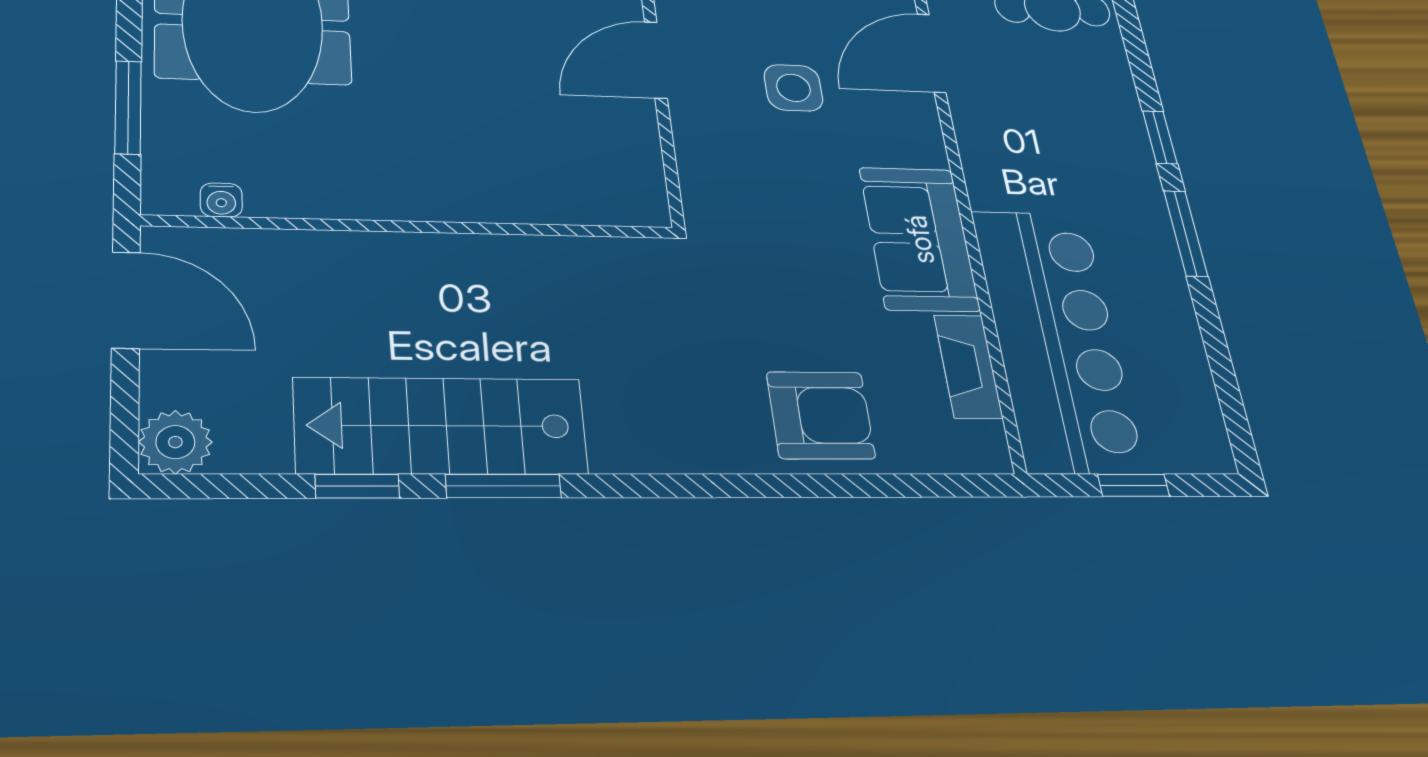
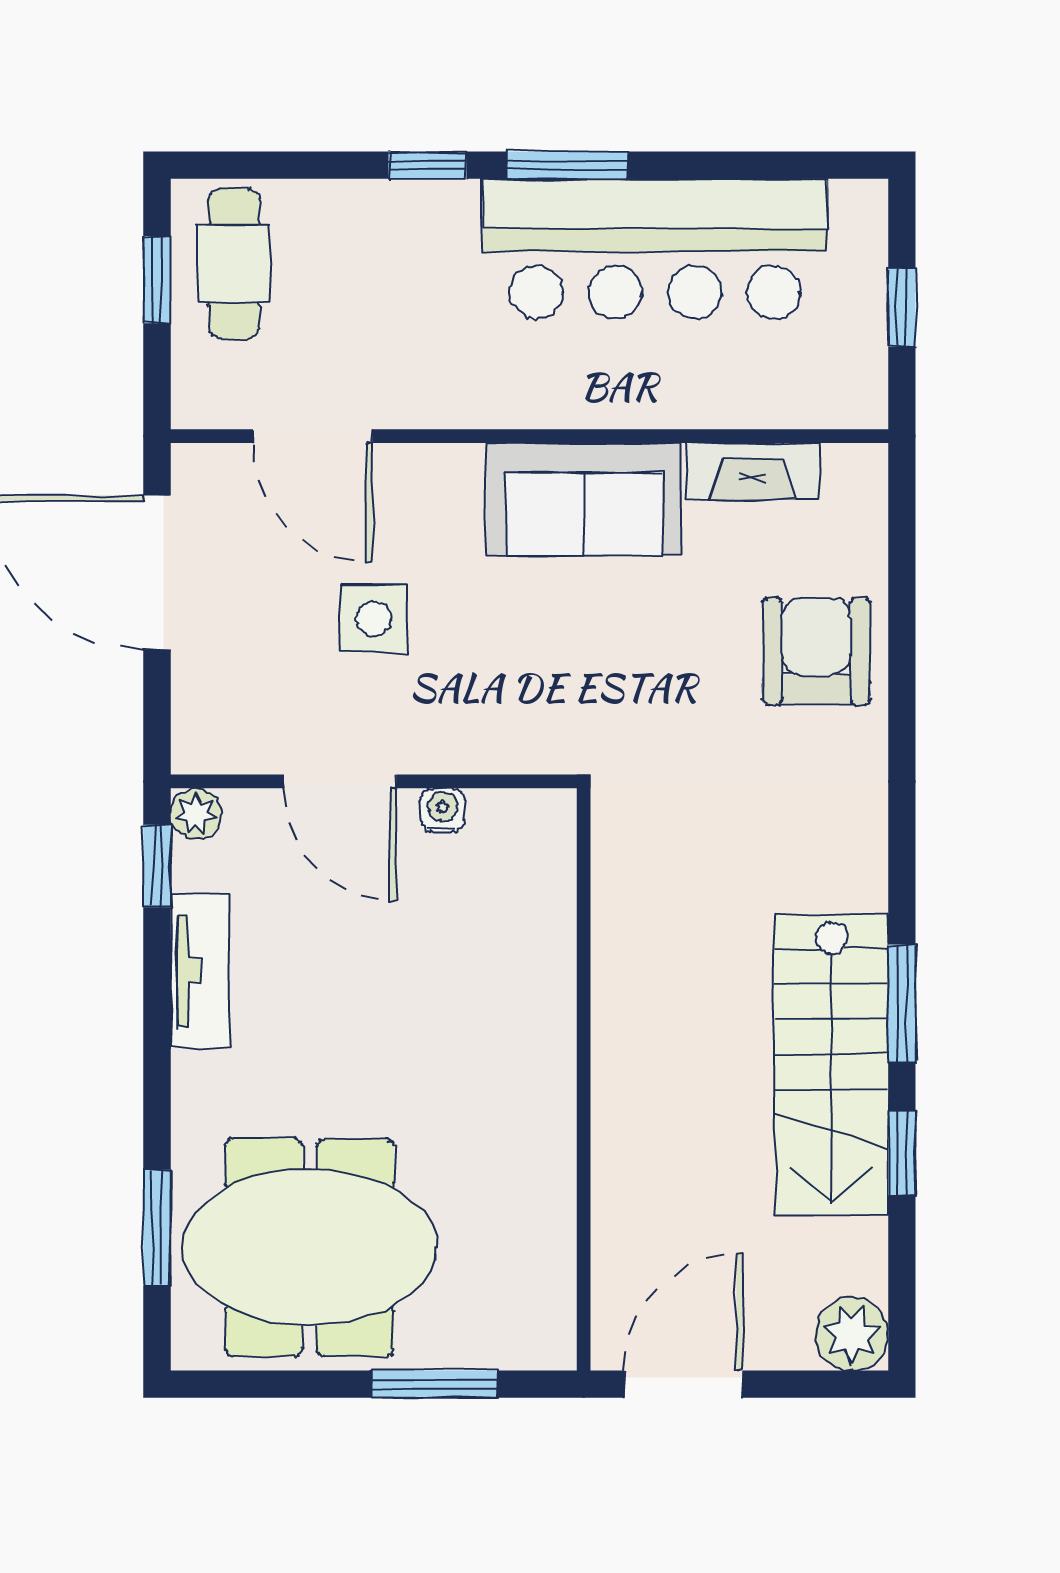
water cooler: (221, 200) -> (442, 810), moved, turned -90
bar counter: (1056, 339) -> (655, 249), moved, turned 180

